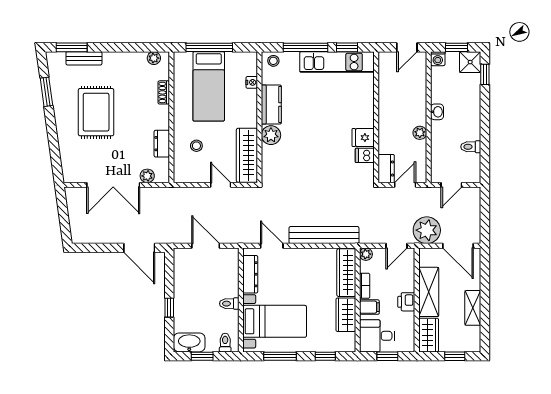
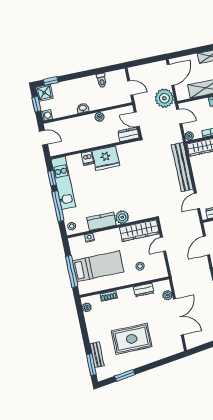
fridge: (363, 138) -> (106, 158), width x1.88, depth x1.34
dishwasher: (365, 155) -> (87, 158), moved

